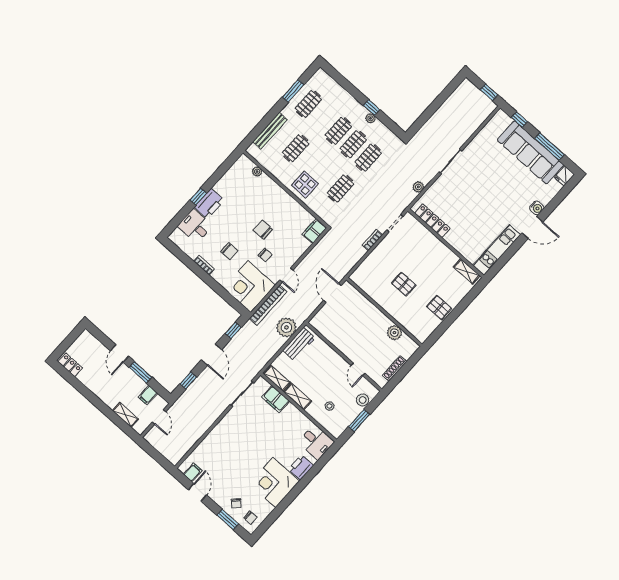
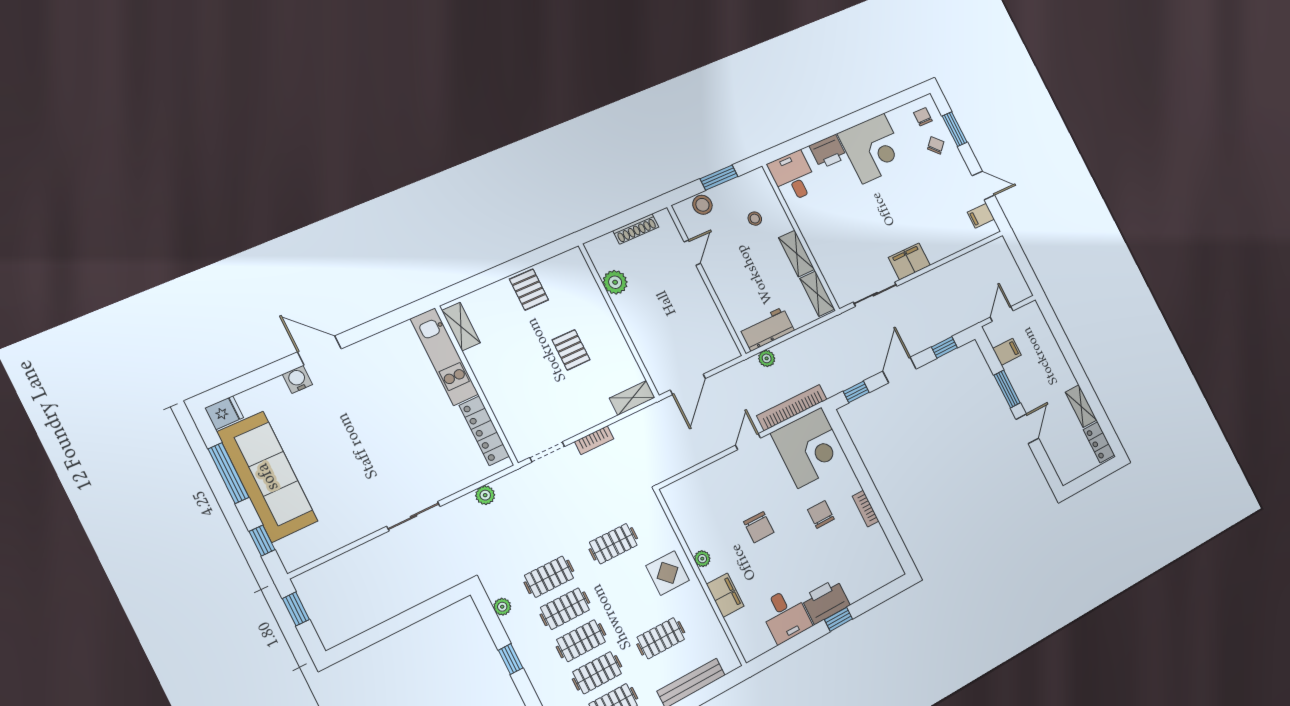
clothes rail: (323, 117) -> (597, 673), added
plant: (370, 118) -> (502, 607), moved
plant: (257, 172) -> (702, 559), moved
desk: (195, 226) -> (785, 615), moved
filing cabinet: (314, 231) -> (725, 595), moved, turned -90
kitchen unit: (497, 250) -> (444, 357), moved, turned 90
chair: (265, 255) -> (769, 486), removed
shelving: (360, 272) -> (632, 398), added
plant: (286, 327) -> (767, 358), width x0.53, depth x0.53
filing cabinet: (276, 399) -> (909, 261), moved, turned -90
shelving: (125, 415) -> (1081, 406), moved
door: (198, 492) -> (983, 185), swing flipped

